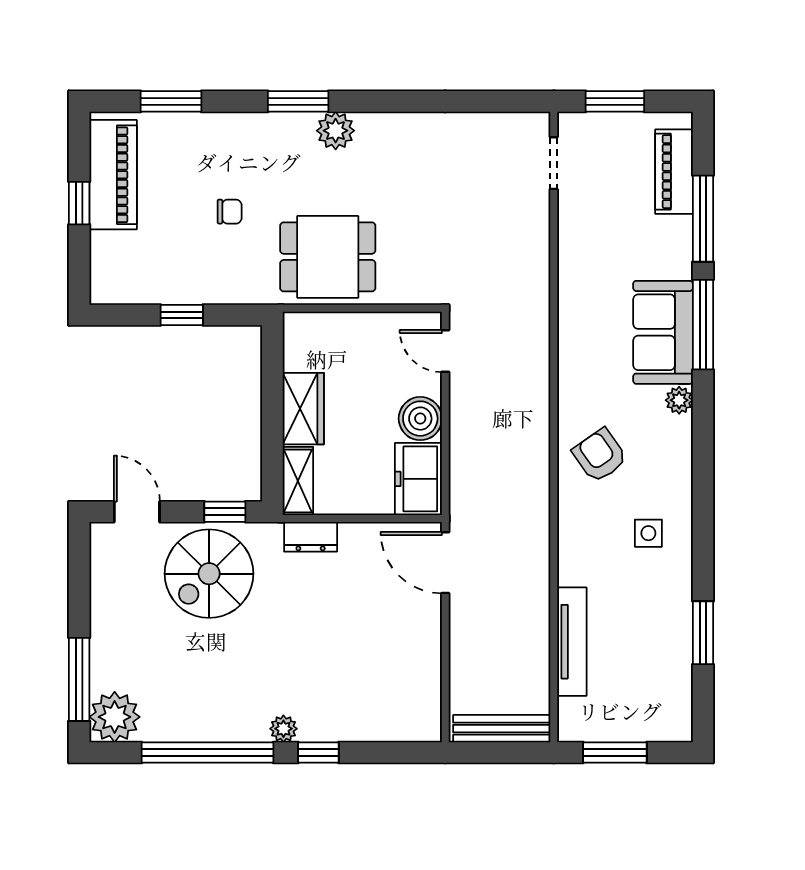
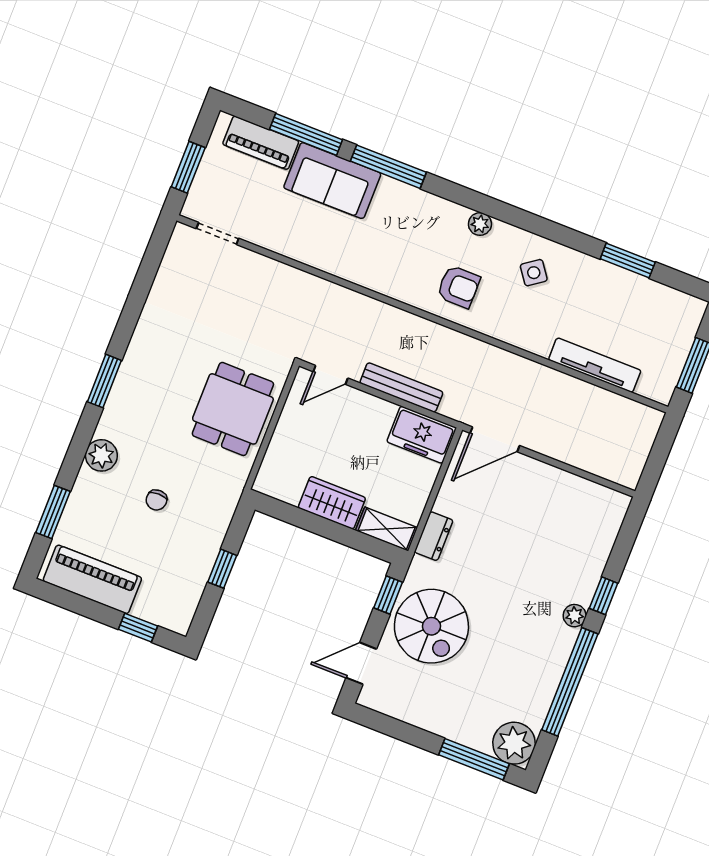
window: (298, 101) -> (104, 381), moved
plant: (336, 131) -> (101, 455), moved
window: (79, 203) -> (138, 628), moved
chair: (230, 212) -> (156, 500), turned 180
dining table: (328, 257) -> (233, 409), moved
sofa: (663, 332) -> (332, 181), moved
plant: (679, 400) -> (480, 224), moved
boiler: (420, 419) -> (375, 415), removed
armchair: (600, 455) -> (459, 287), turned -145
side table: (648, 533) -> (534, 273), turned -36
bench: (502, 729) -> (401, 387), moved, turned 90

